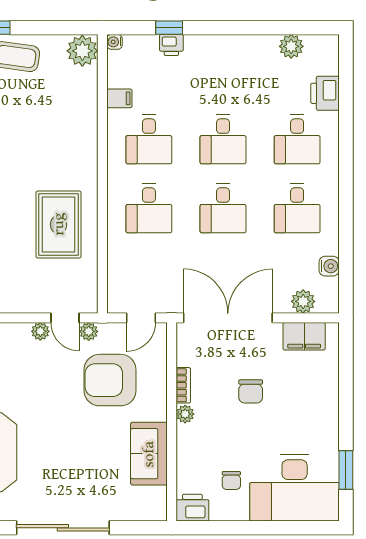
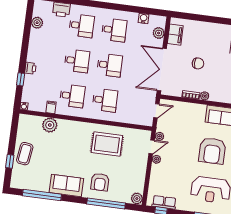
printer: (171, 45) -> (30, 68), moved
plant: (82, 51) -> (50, 125), moved
door: (141, 318) -> (156, 111), hinge flipped
armchair: (110, 380) -> (212, 151), moved

